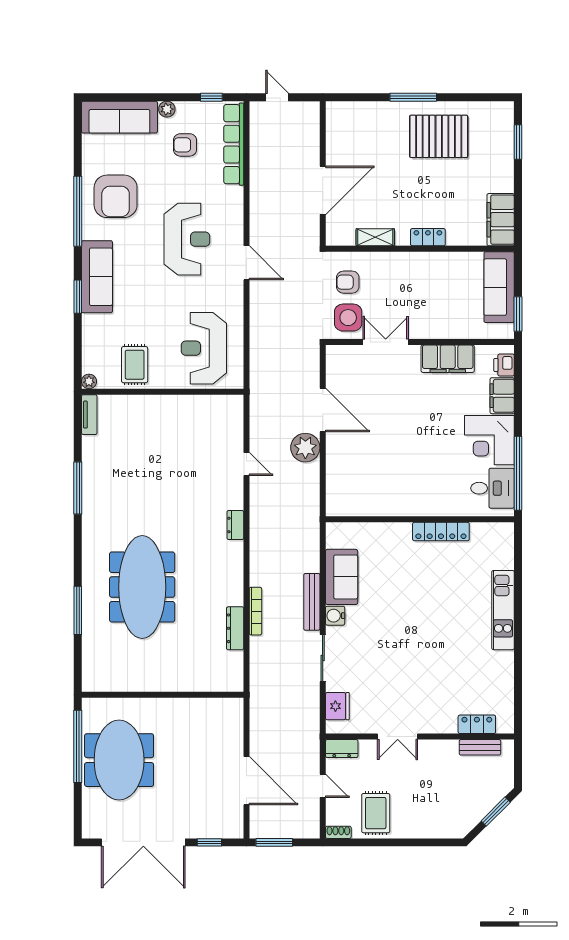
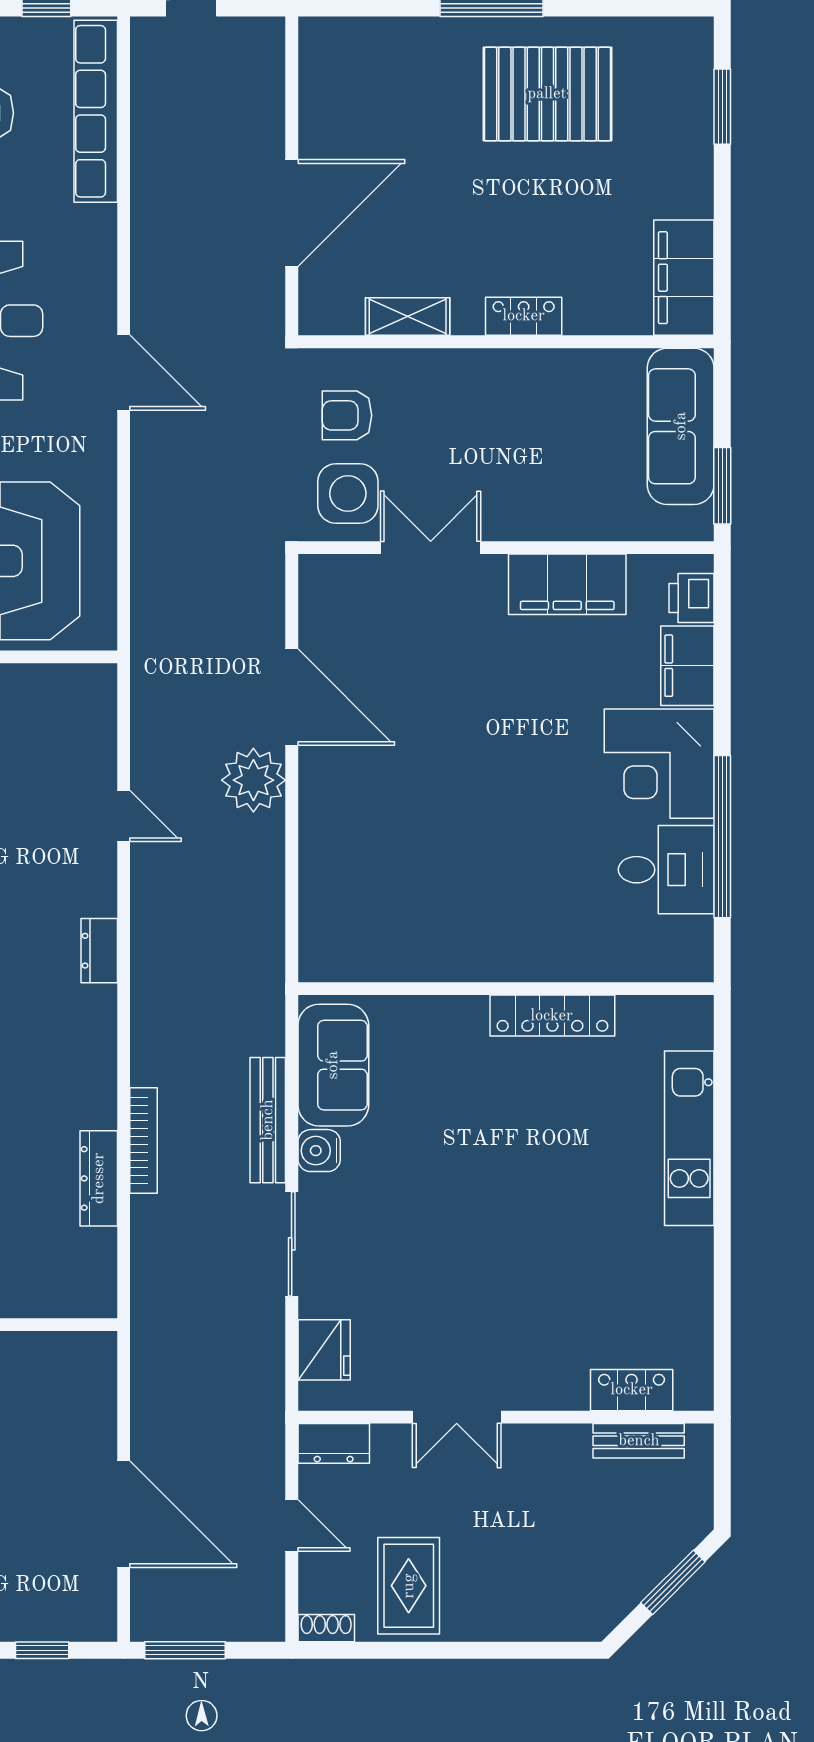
wall: (420, 519) -> (506, 989), moved
locker: (441, 532) -> (552, 1016), moved

